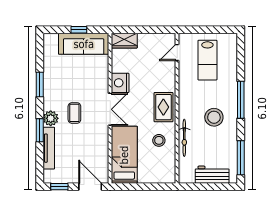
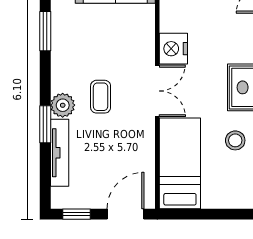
window: (40, 85) -> (45, 31), moved
door: (90, 187) -> (126, 214), hinge flipped

